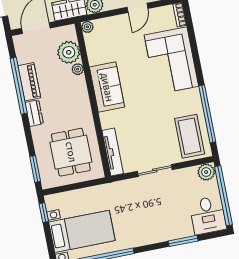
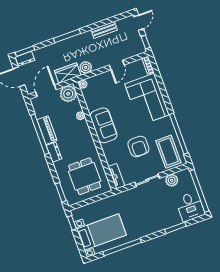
plant: (69, 52) -> (68, 94), moved
armchair: (150, 123) -> (138, 146), added
tv unit: (113, 152) -> (116, 176), width x0.71
plant: (206, 172) -> (172, 180), moved

